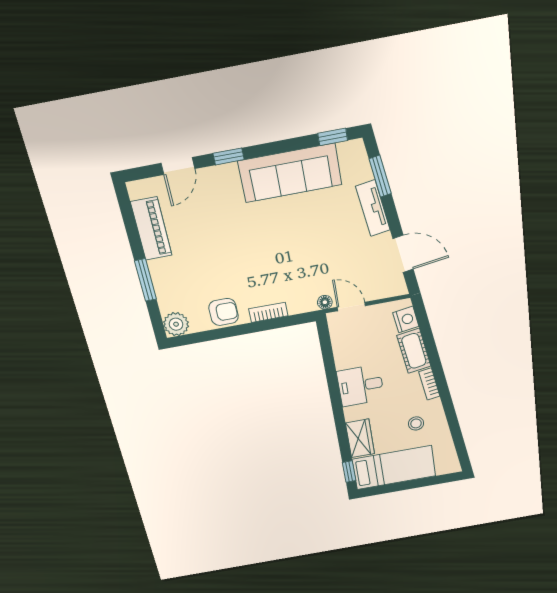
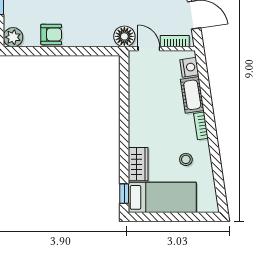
floor lamp: (325, 302) -> (124, 36), width x1.89, depth x1.89
bookcase: (268, 312) -> (175, 41), moved
desk: (361, 386) -> (146, 116), removed

